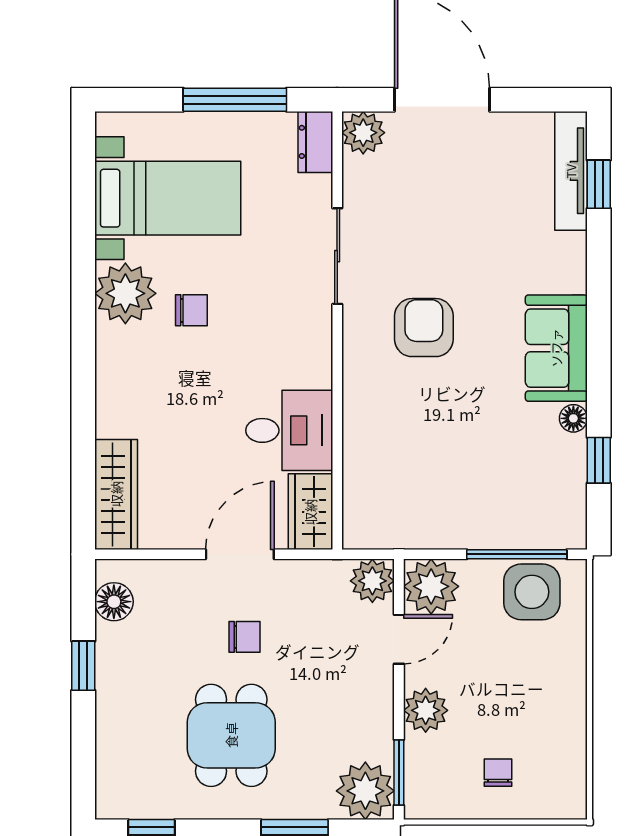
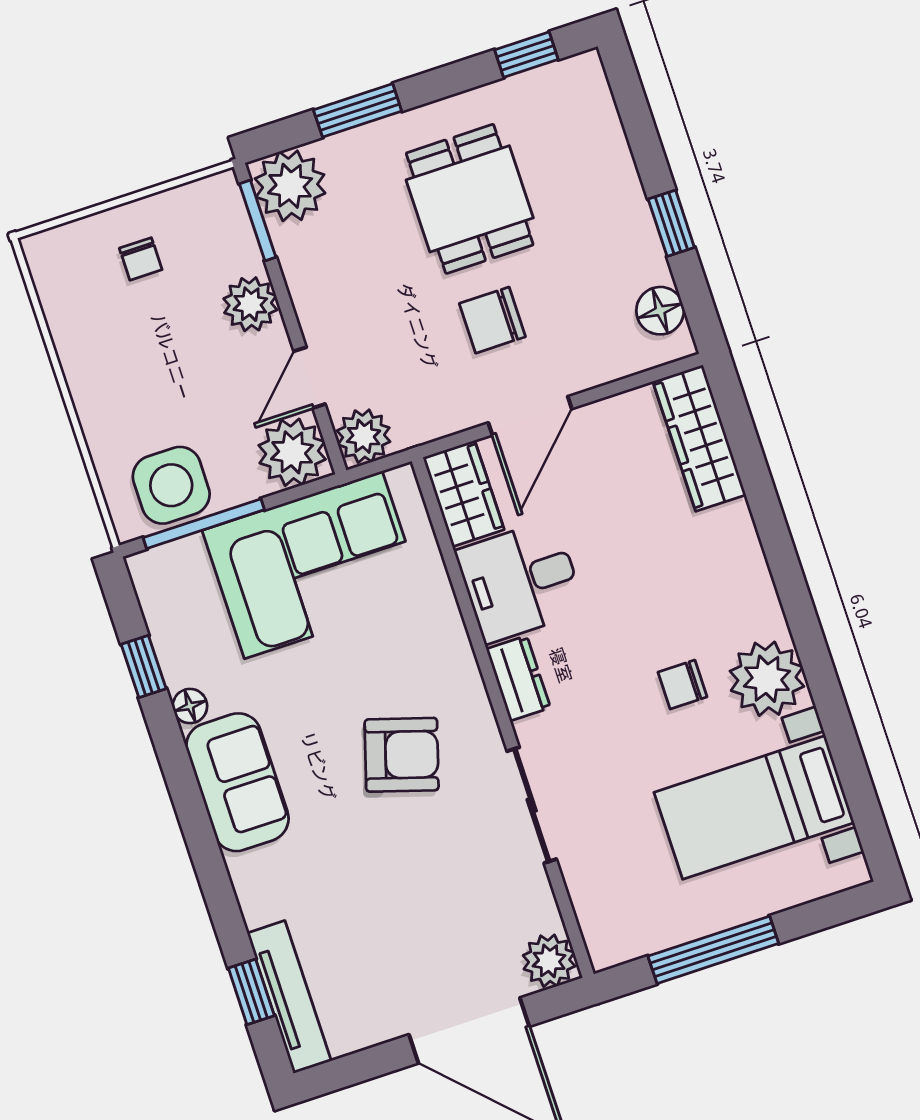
dresser: (315, 142) -> (518, 678), moved
armchair: (424, 328) -> (402, 755), turned -73
corner sofa: (443, 495) -> (313, 565), added
chair: (245, 637) -> (492, 320), width x1.37, depth x1.37

